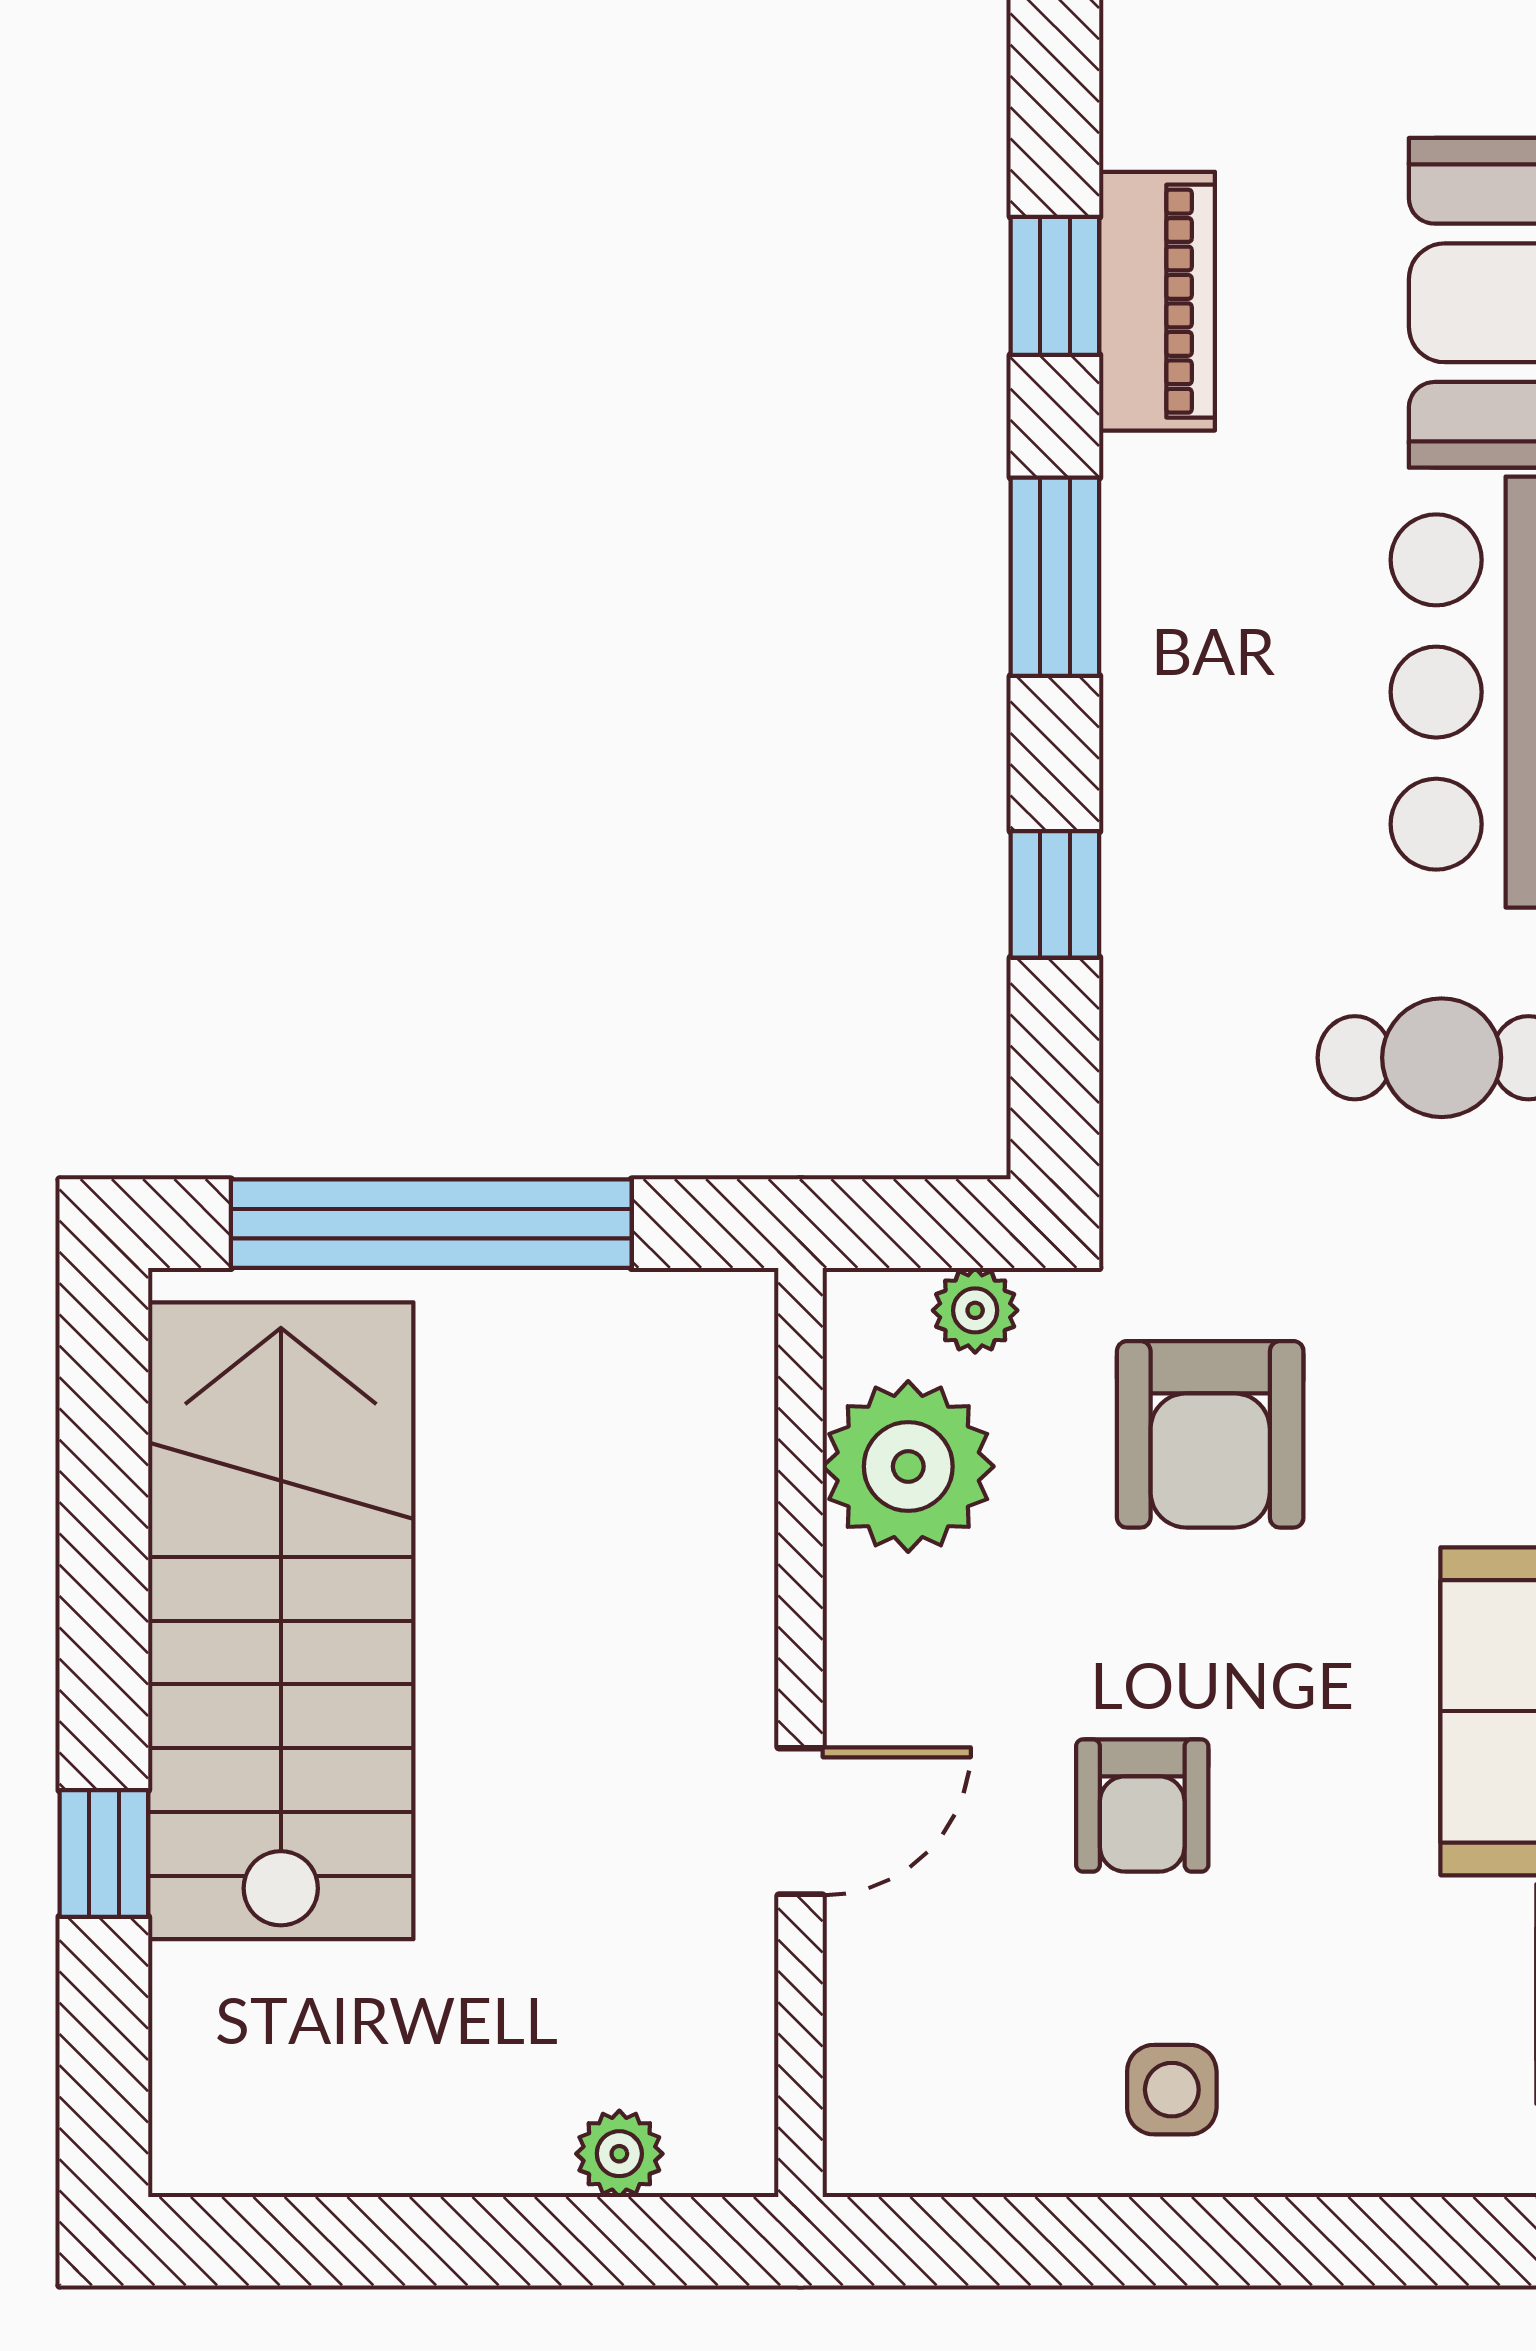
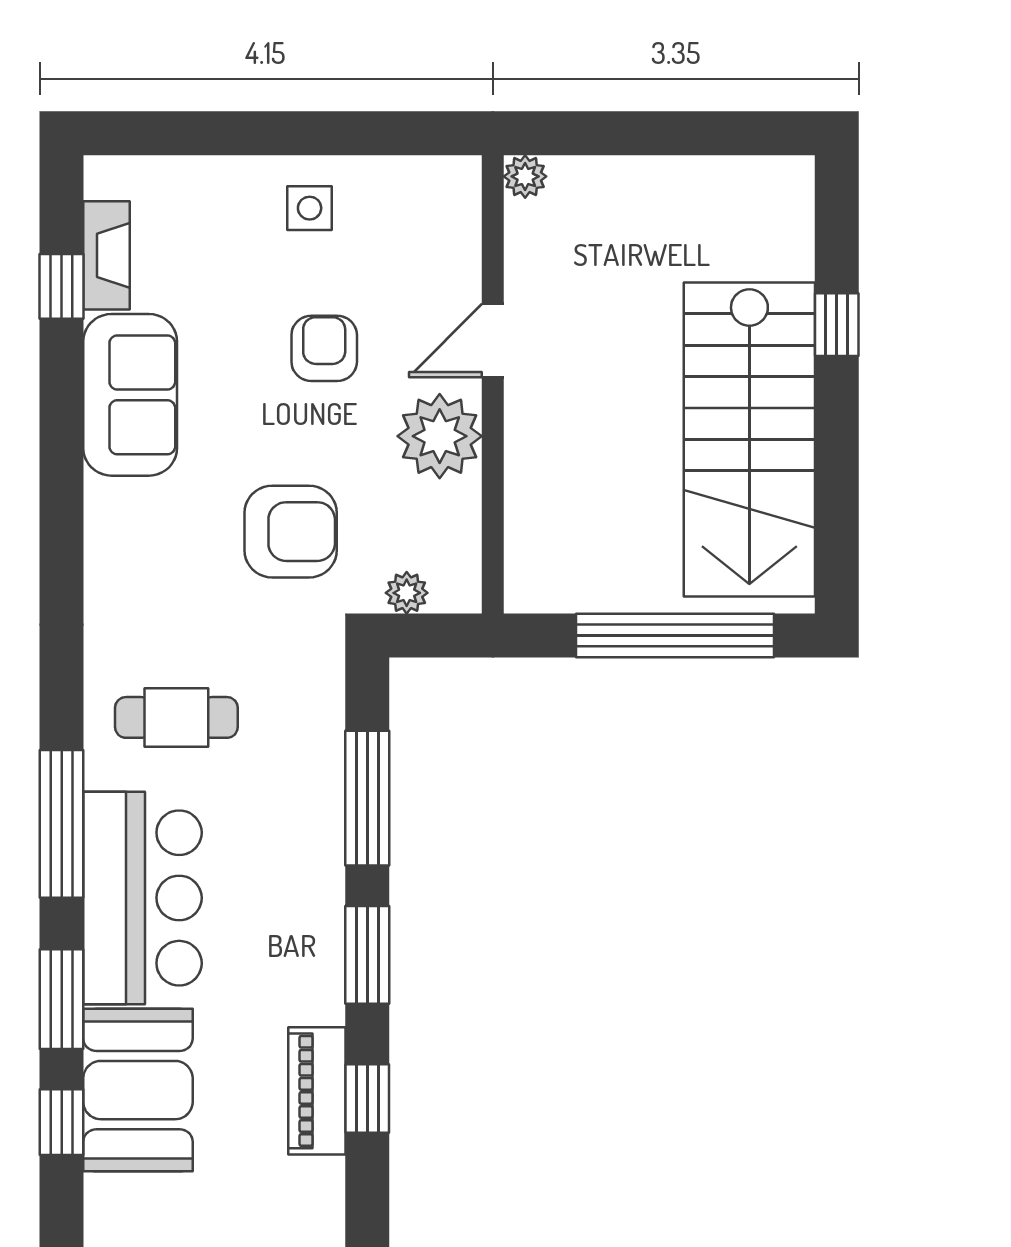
window: (1055, 894) -> (367, 798), width x2.17
armchair: (1210, 1434) -> (291, 532), turned 90
plant: (908, 1466) -> (440, 436), moved
plant: (619, 2154) -> (525, 176), moved

